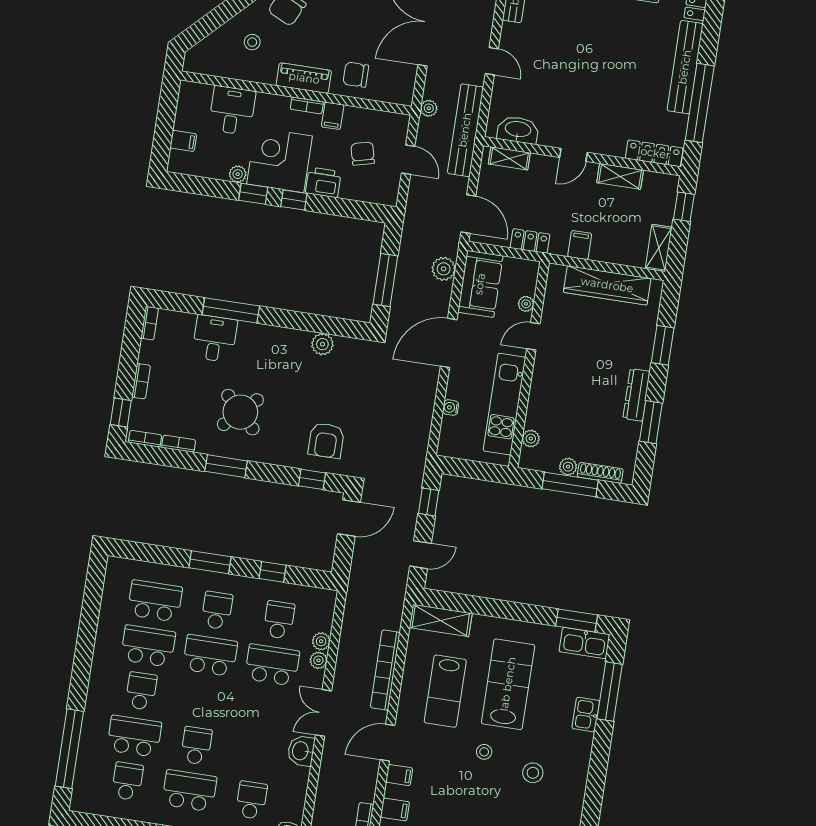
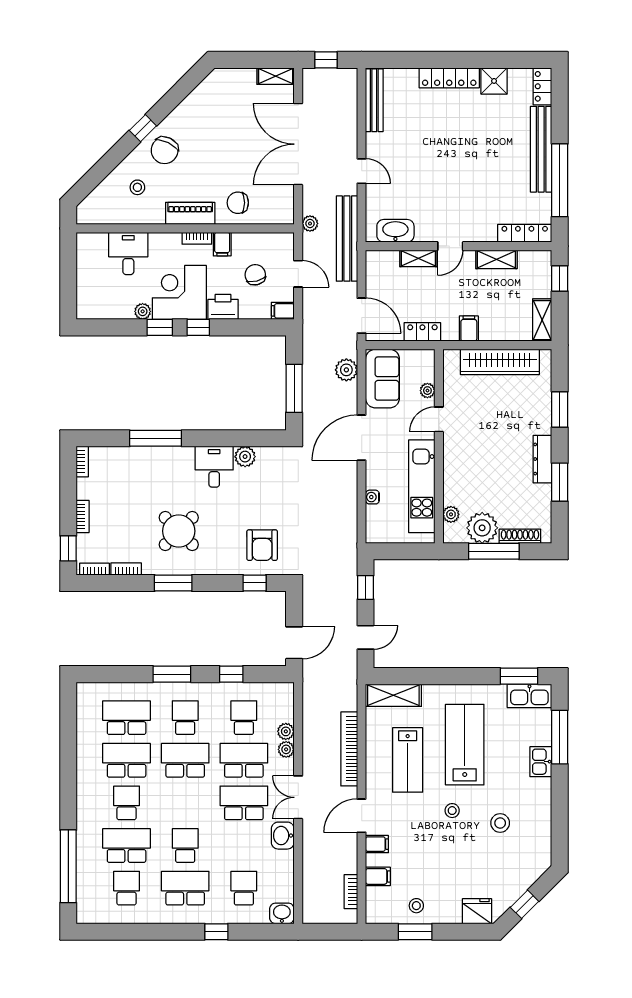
filing cabinet: (183, 141) -> (283, 311), moved, turned 180
shelving: (509, 158) -> (418, 258), moved
desk: (215, 339) -> (214, 467), moved
plant: (568, 467) -> (482, 528), width x1.87, depth x1.87
door: (349, 518) -> (294, 643), moved
school desk: (265, 710) -> (244, 803), added

